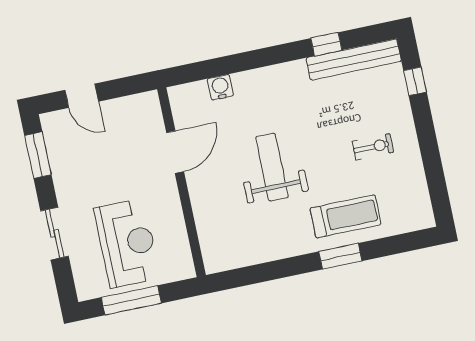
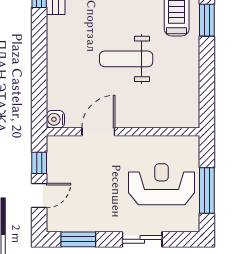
window: (122, 87) -> (39, 163), added
water cooler: (220, 87) -> (55, 119), moved
door: (175, 152) -> (98, 132), hinge flipped

